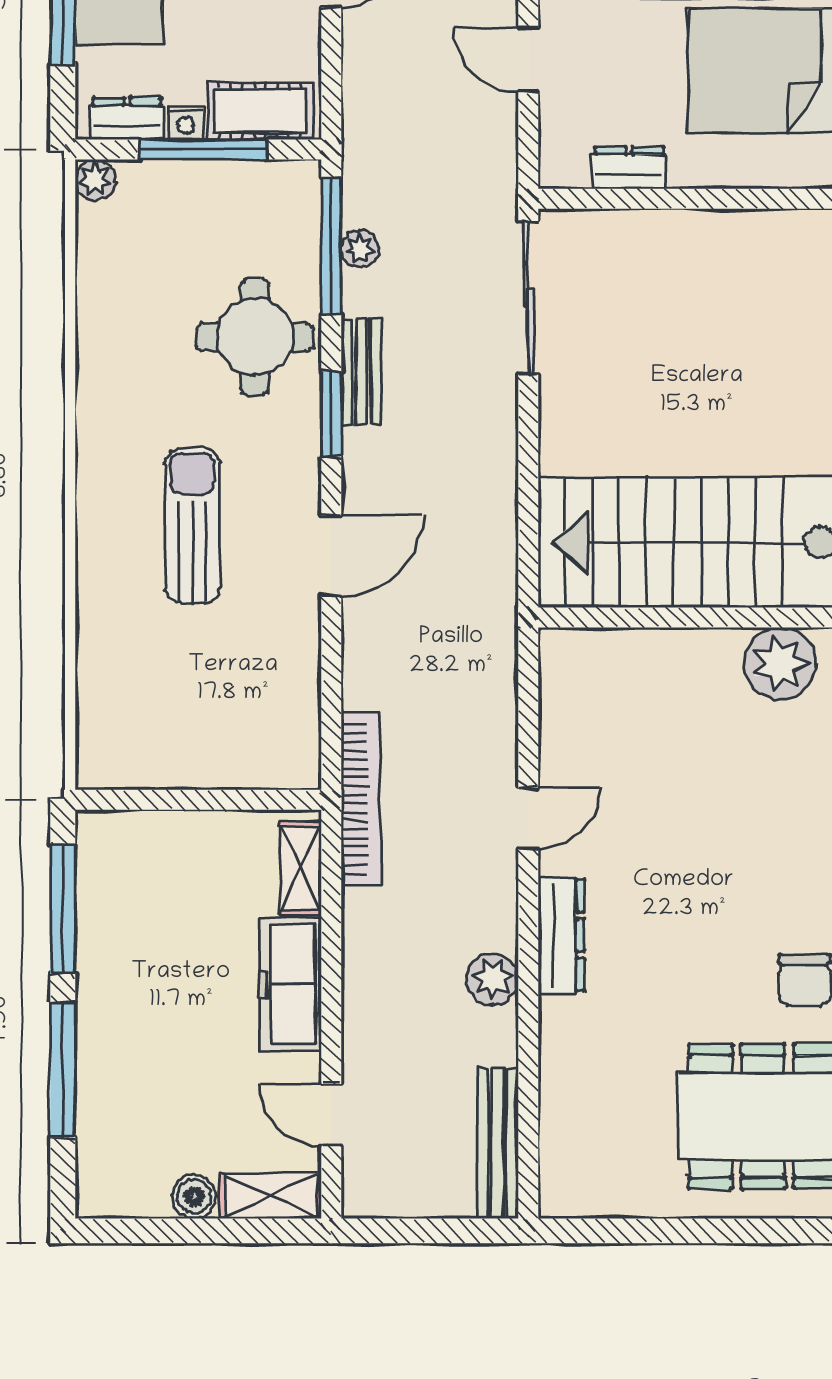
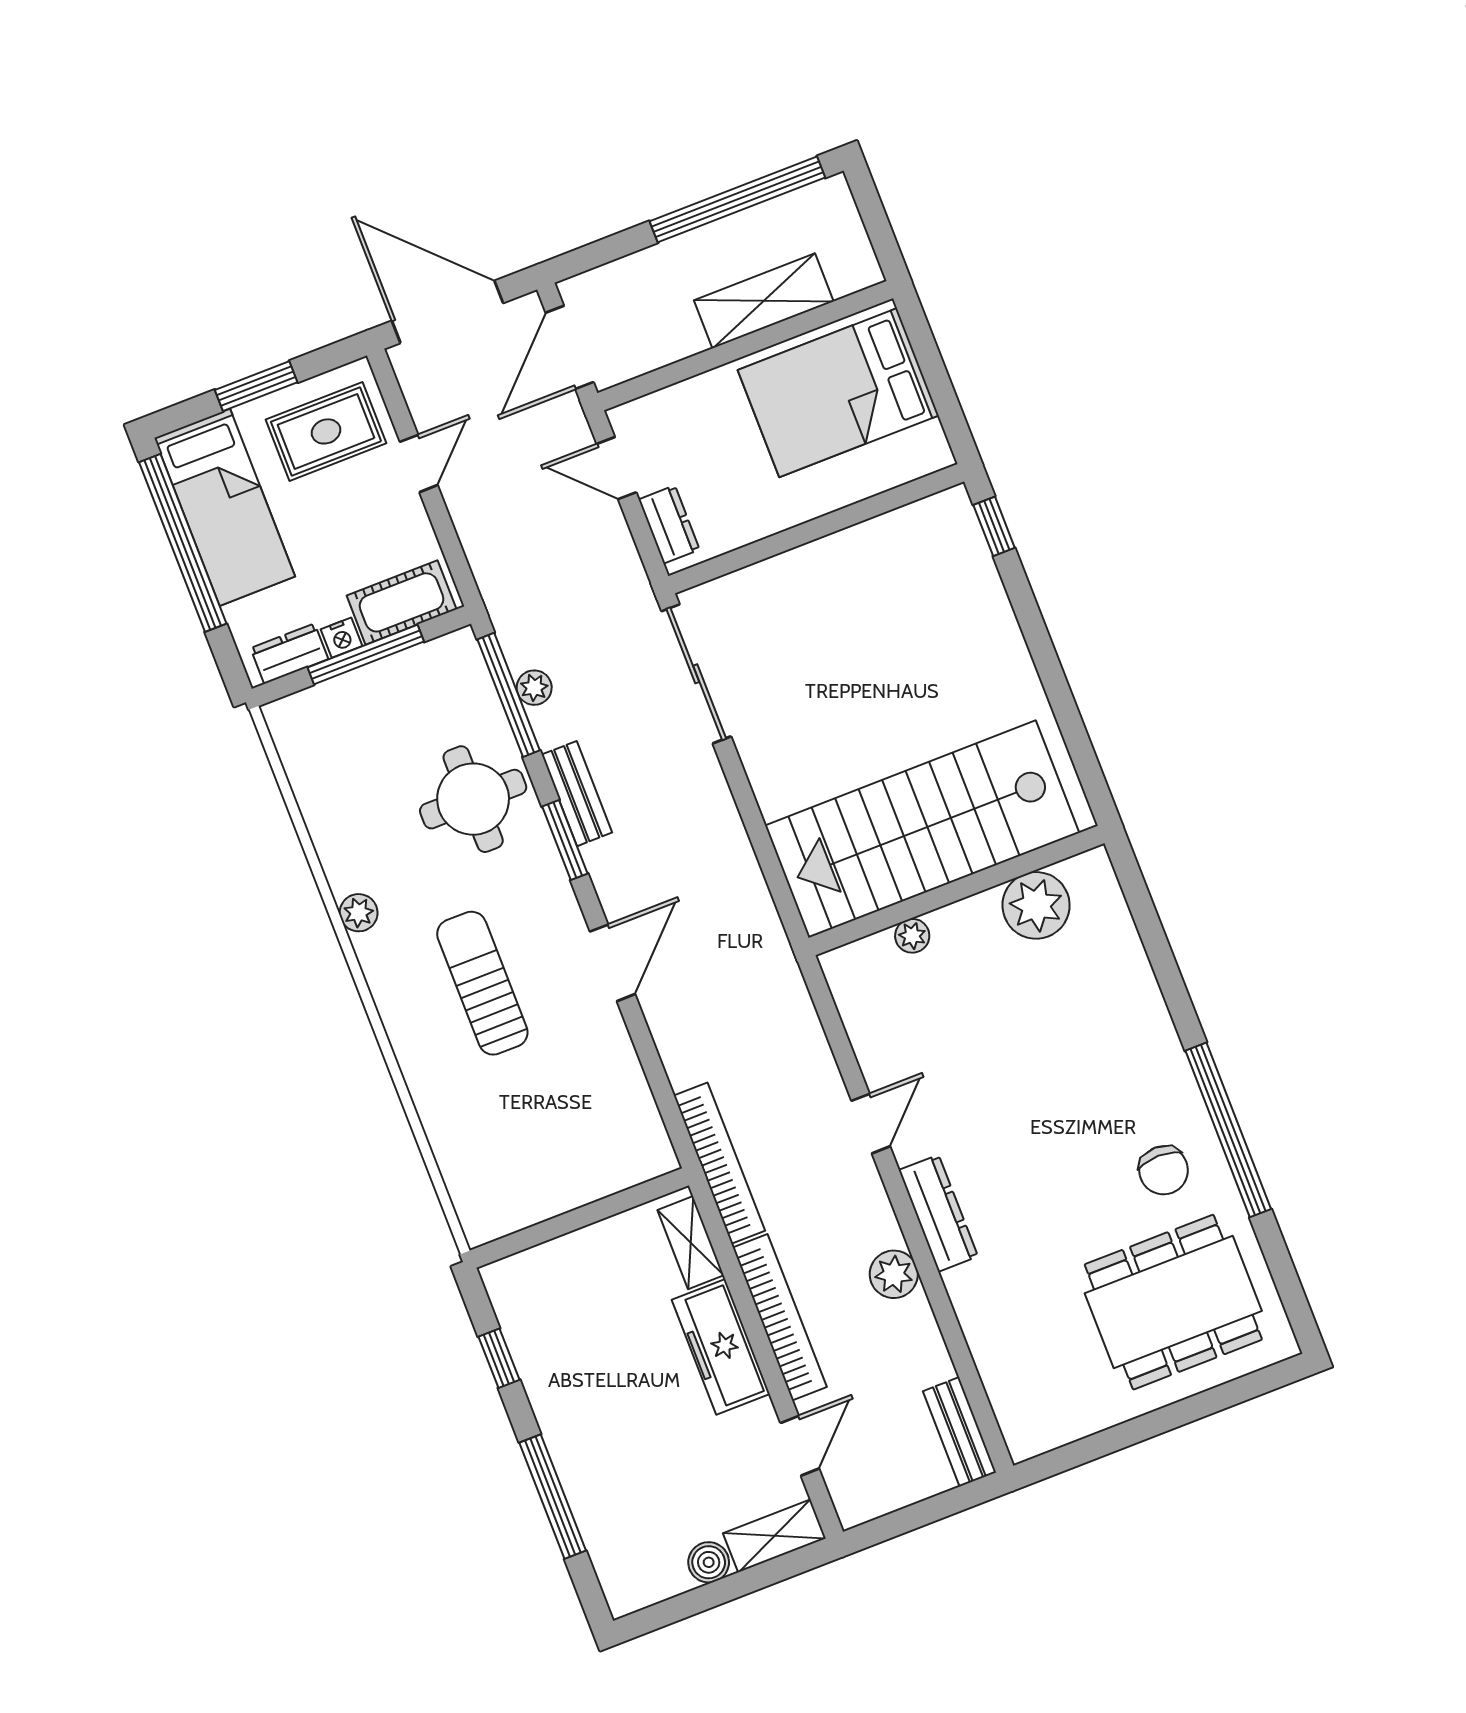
dresser: (629, 168) -> (669, 525), moved, turned 90
plant: (95, 180) -> (359, 913), moved
plant: (643, 646) -> (912, 936), added
window: (63, 910) -> (499, 1358), width x0.46
bookcase: (361, 978) -> (780, 1317), added
door: (331, 1115) -> (800, 1446), swing flipped
bench: (497, 1143) -> (959, 1432), width x0.73

